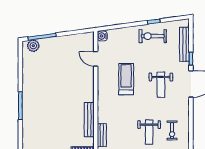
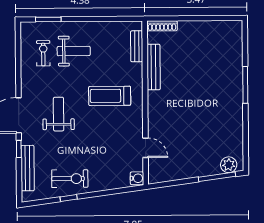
treadmill: (126, 79) -> (110, 96), moved, turned 90
weight bench: (149, 132) -> (74, 51), turned 90

